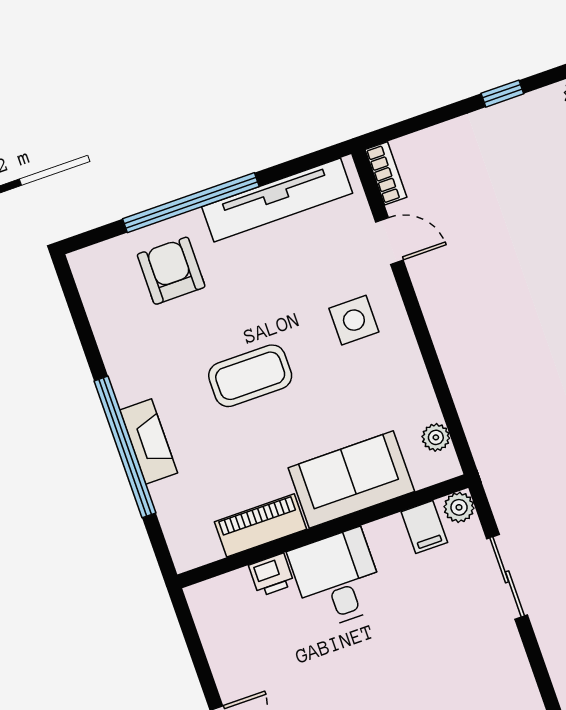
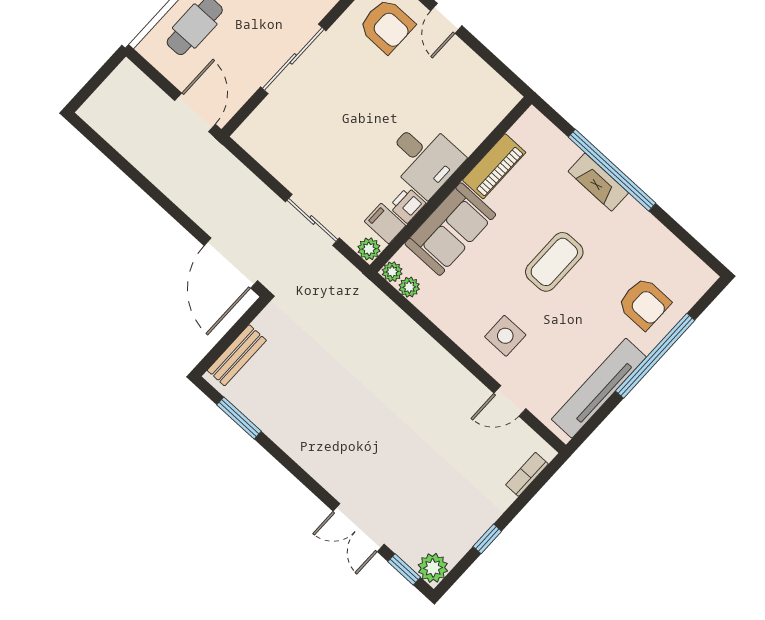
bookcase: (386, 173) -> (527, 474), moved, turned 90
plant: (446, 466) -> (392, 272), added
printer: (271, 575) -> (407, 205), moved

